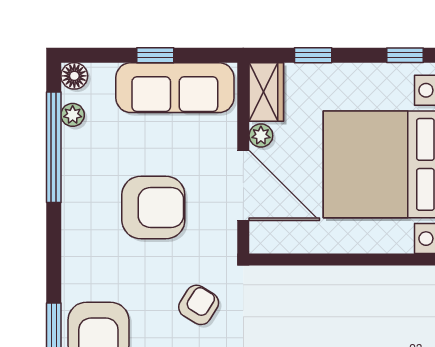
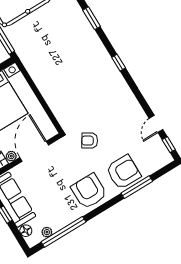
floor lamp: (74, 76) -> (26, 231), moved
armchair: (153, 207) -> (89, 191), moved

